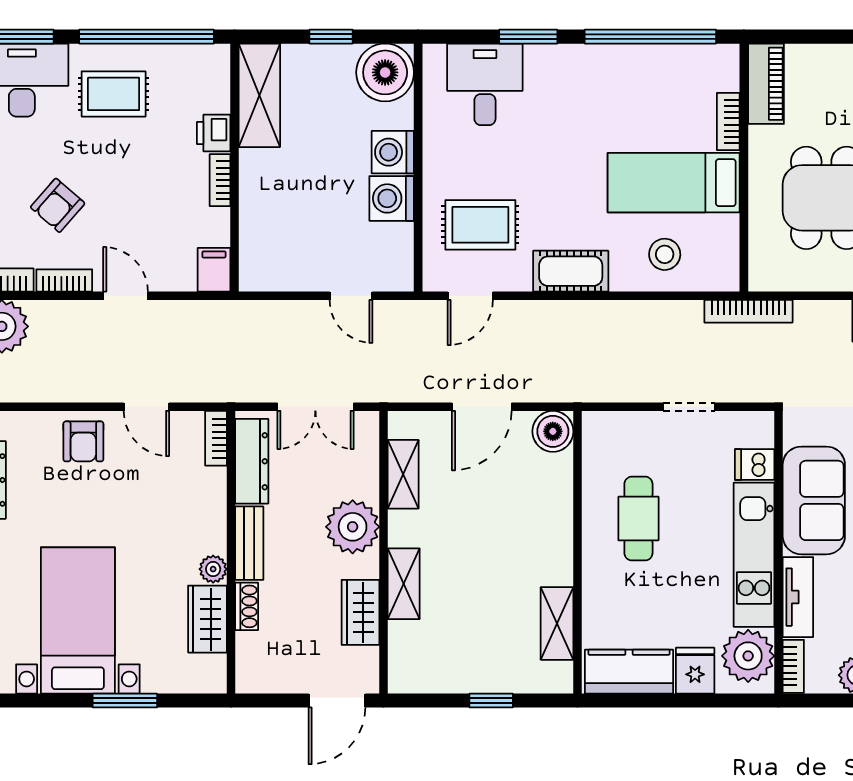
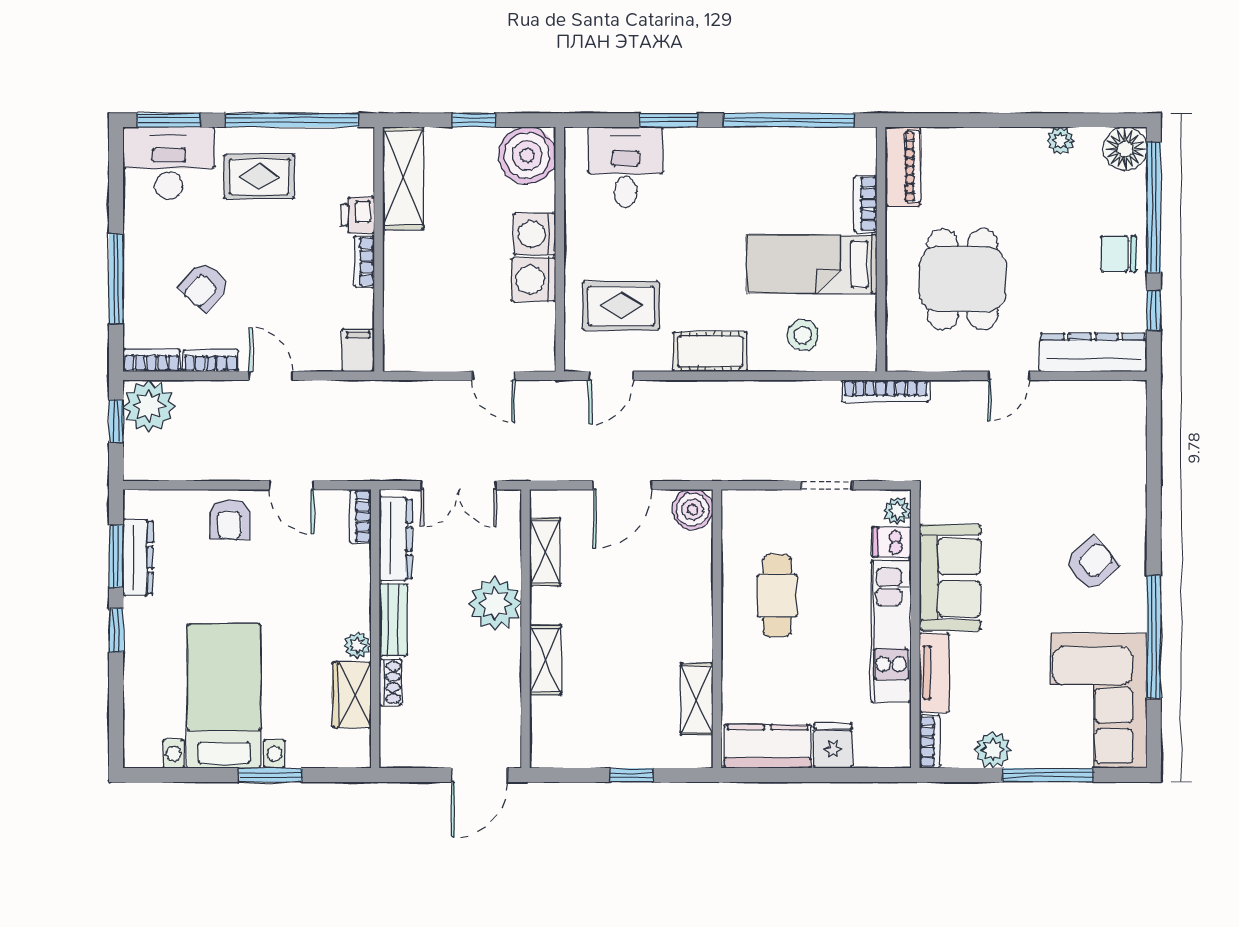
wardrobe: (360, 612) -> (503, 688), removed
plant: (748, 656) -> (897, 511), moved, width x0.53, depth x0.53

